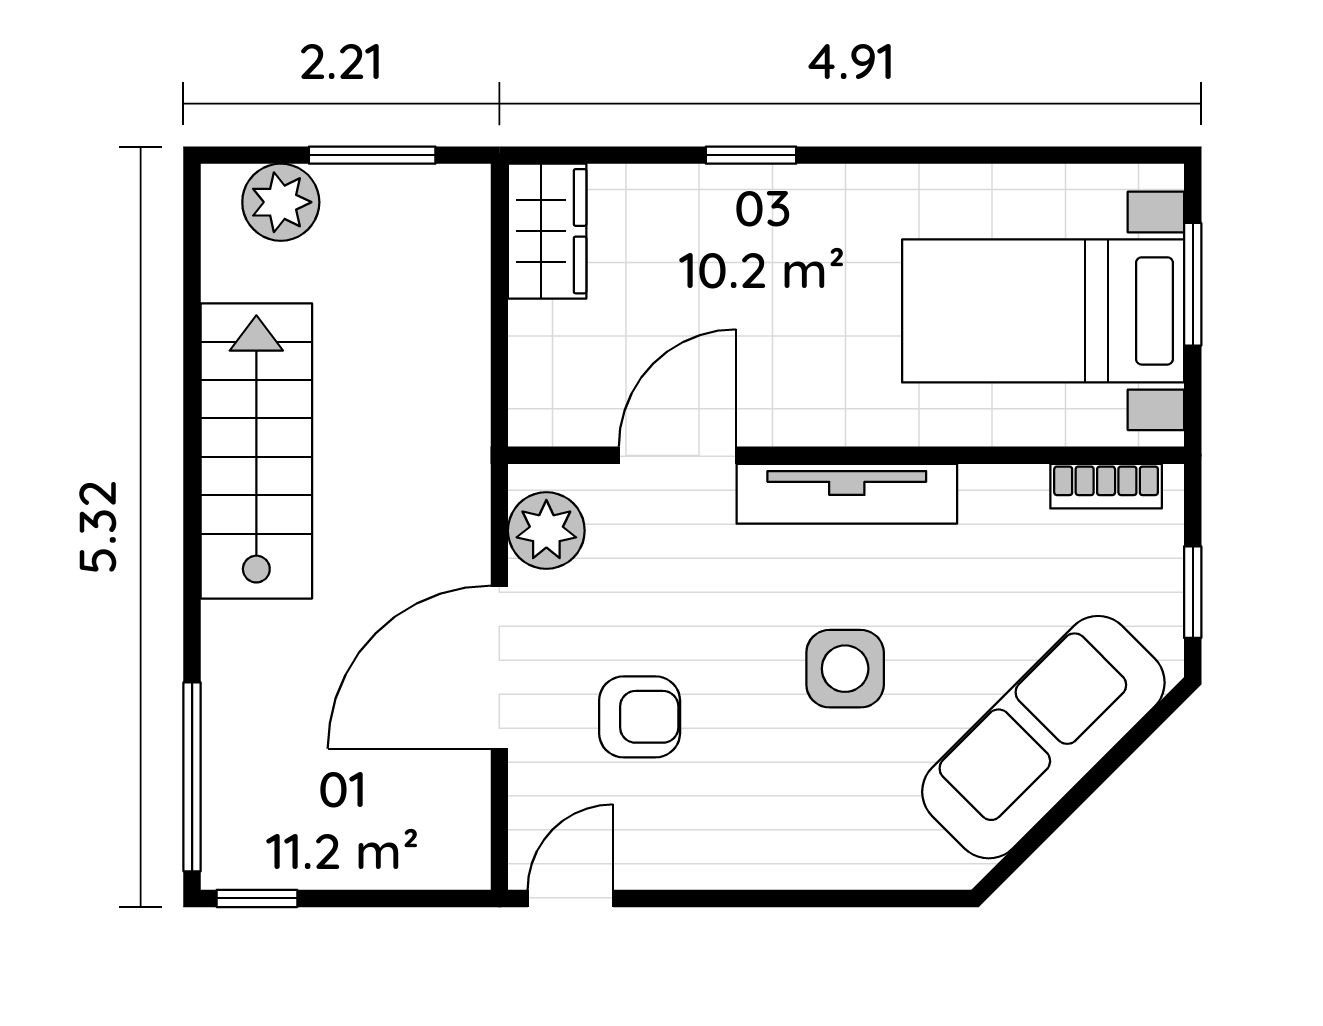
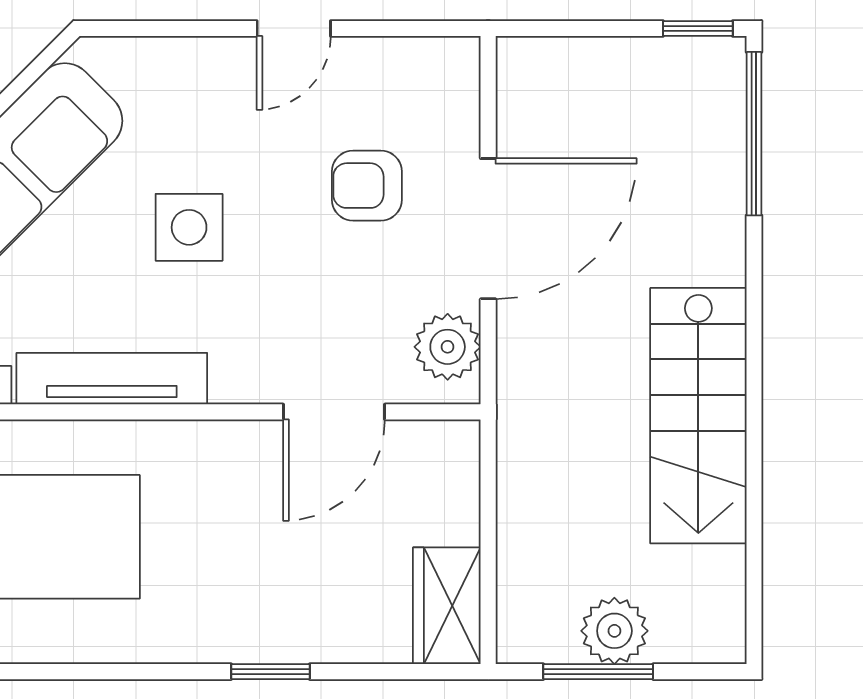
plant: (281, 202) -> (614, 631), moved
tv unit: (847, 494) -> (112, 379), moved
door: (570, 898) -> (294, 28), moved

